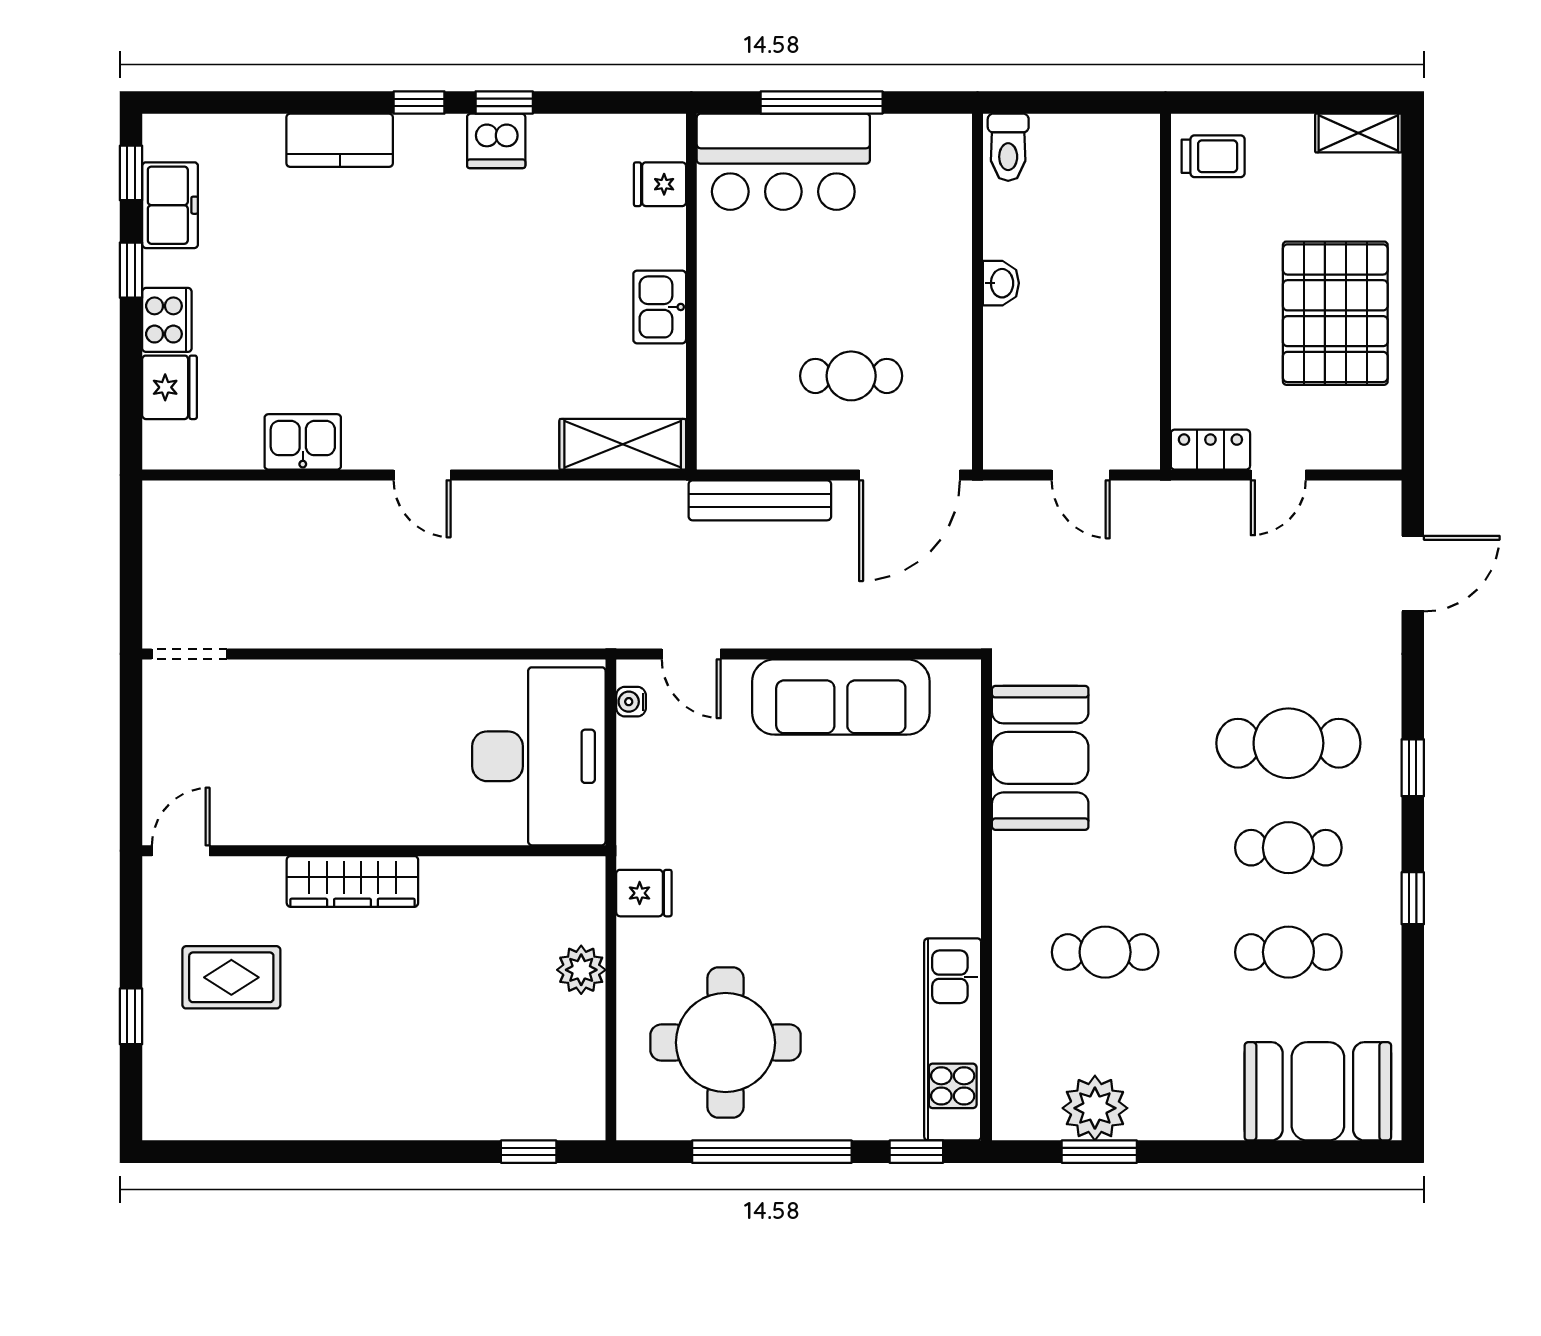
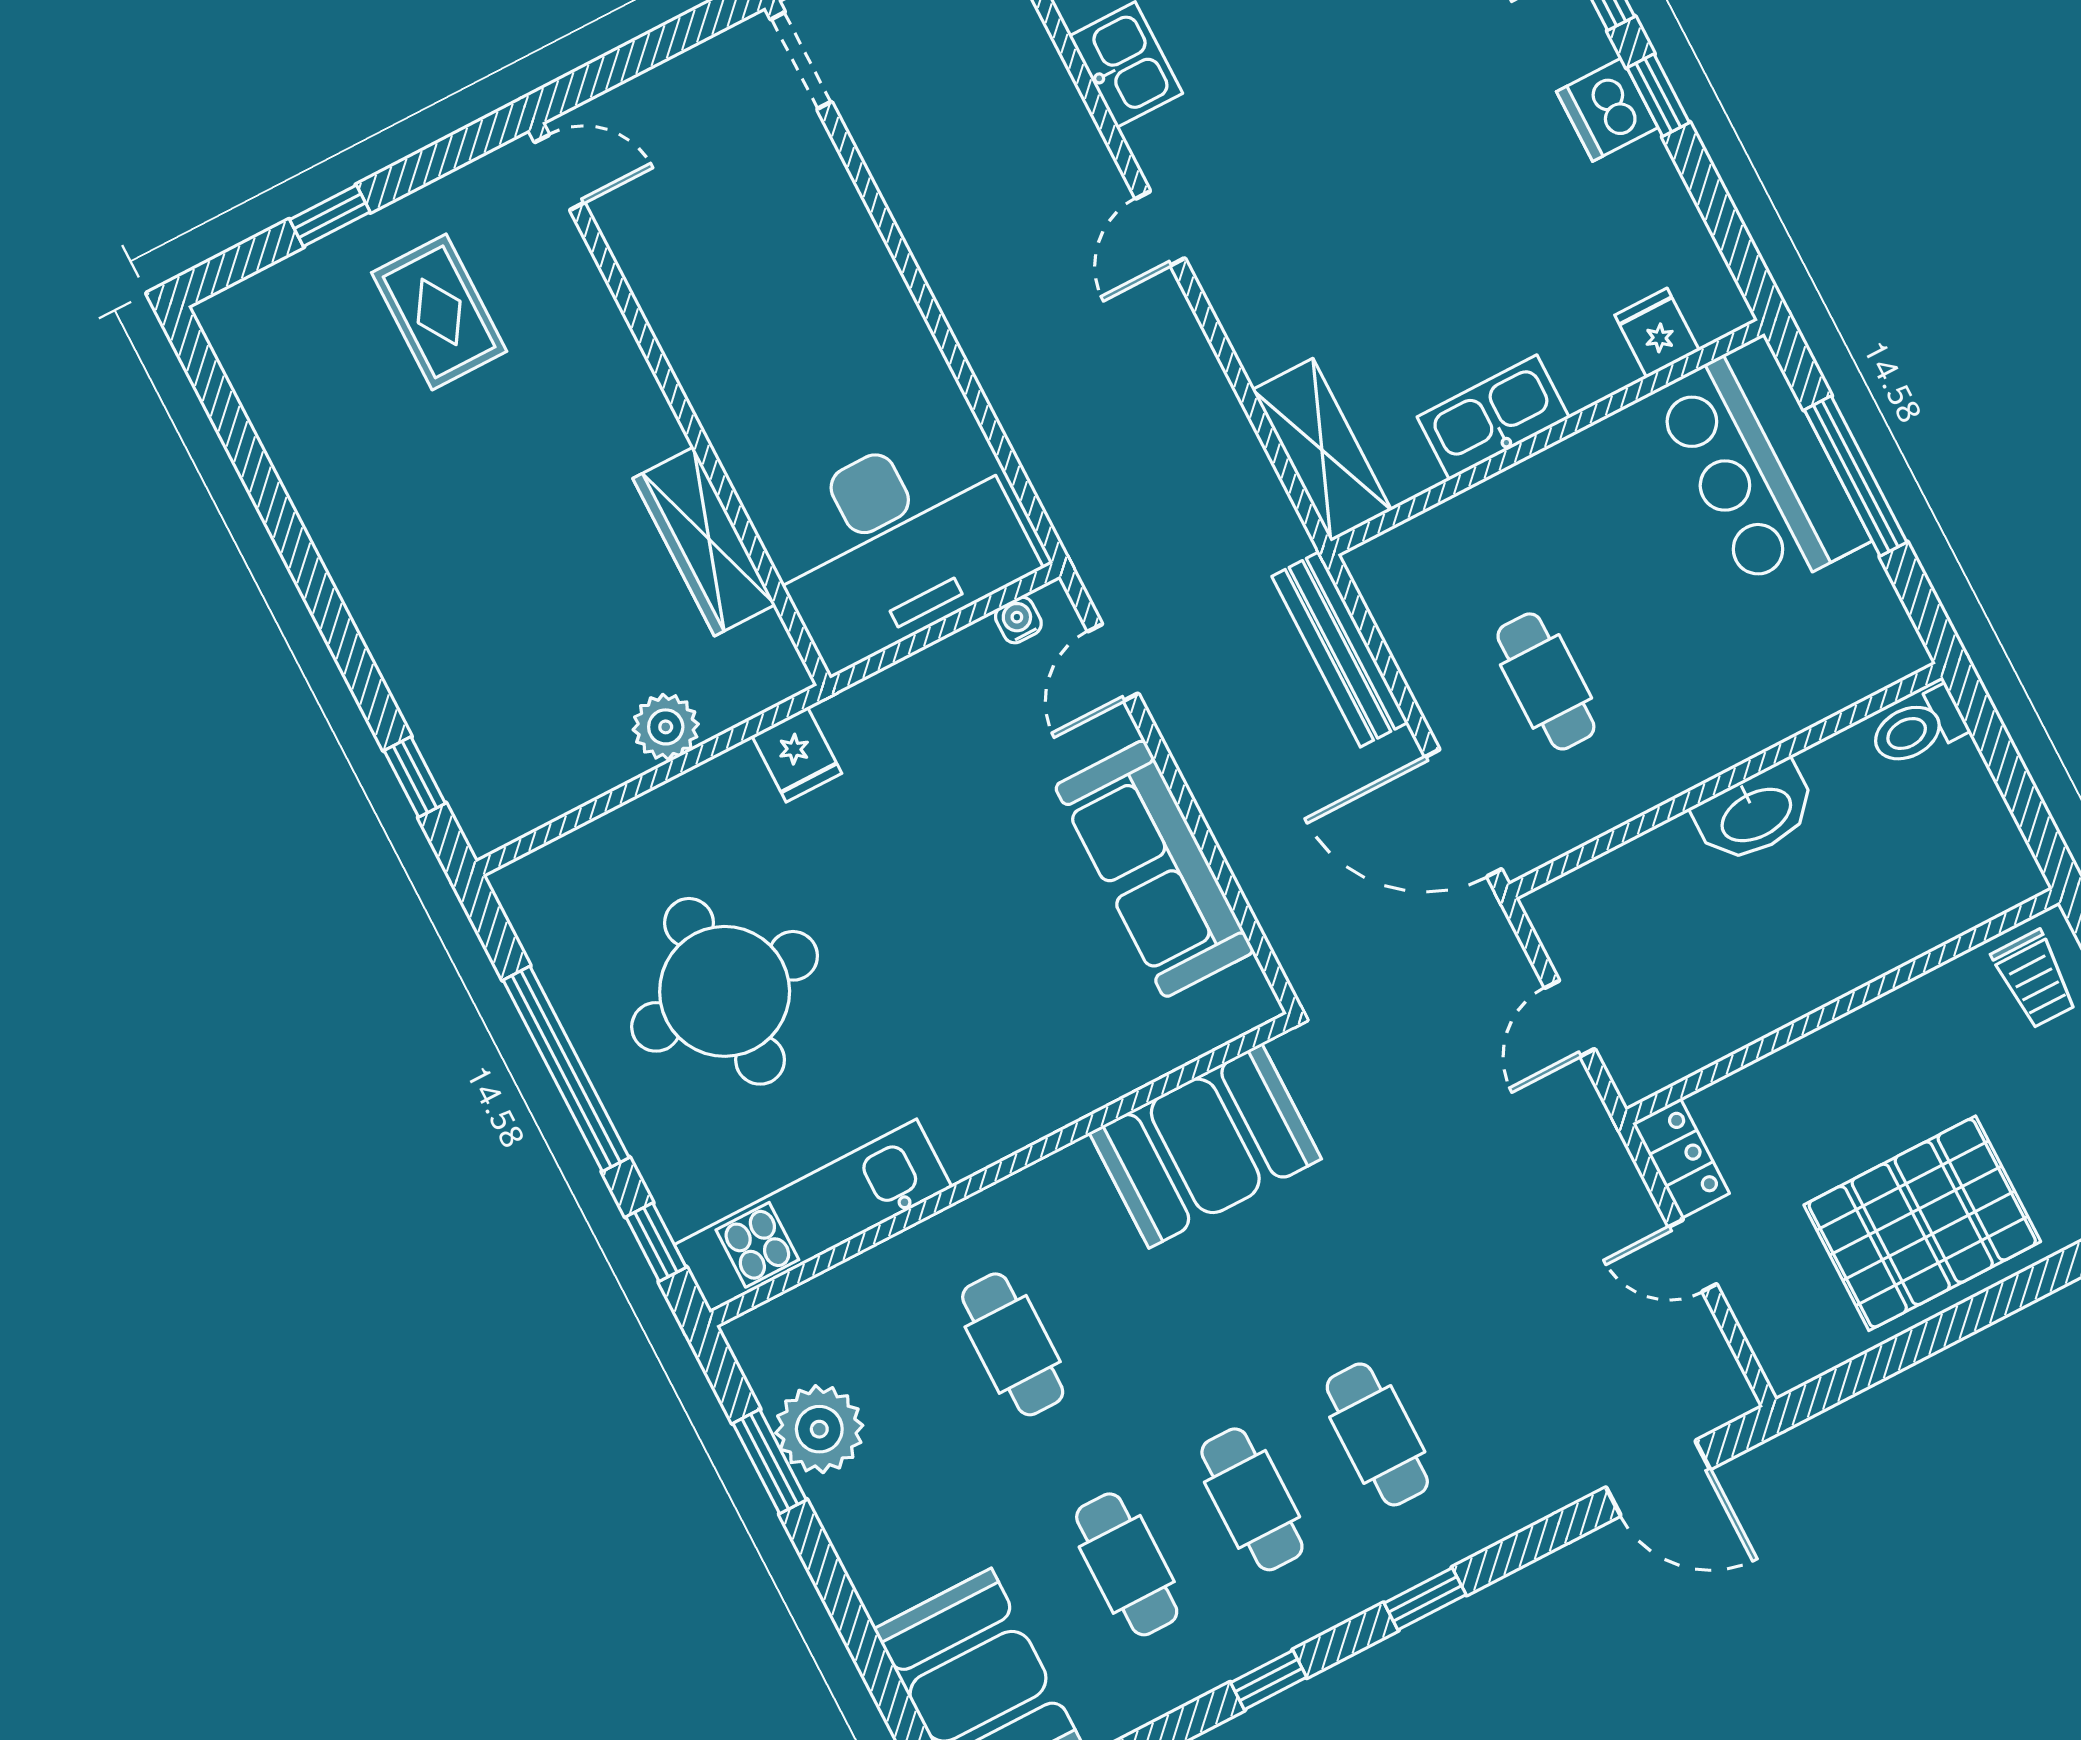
washbasin: (1001, 283) -> (1755, 813), width x1.91, depth x1.45
kitchen sink: (660, 307) -> (1493, 417), width x1.38
cafe table: (1288, 743) -> (1377, 1434), width x0.73, depth x0.74
wardrobe: (352, 881) -> (704, 542), moved
round table: (726, 1043) -> (725, 991), moved

